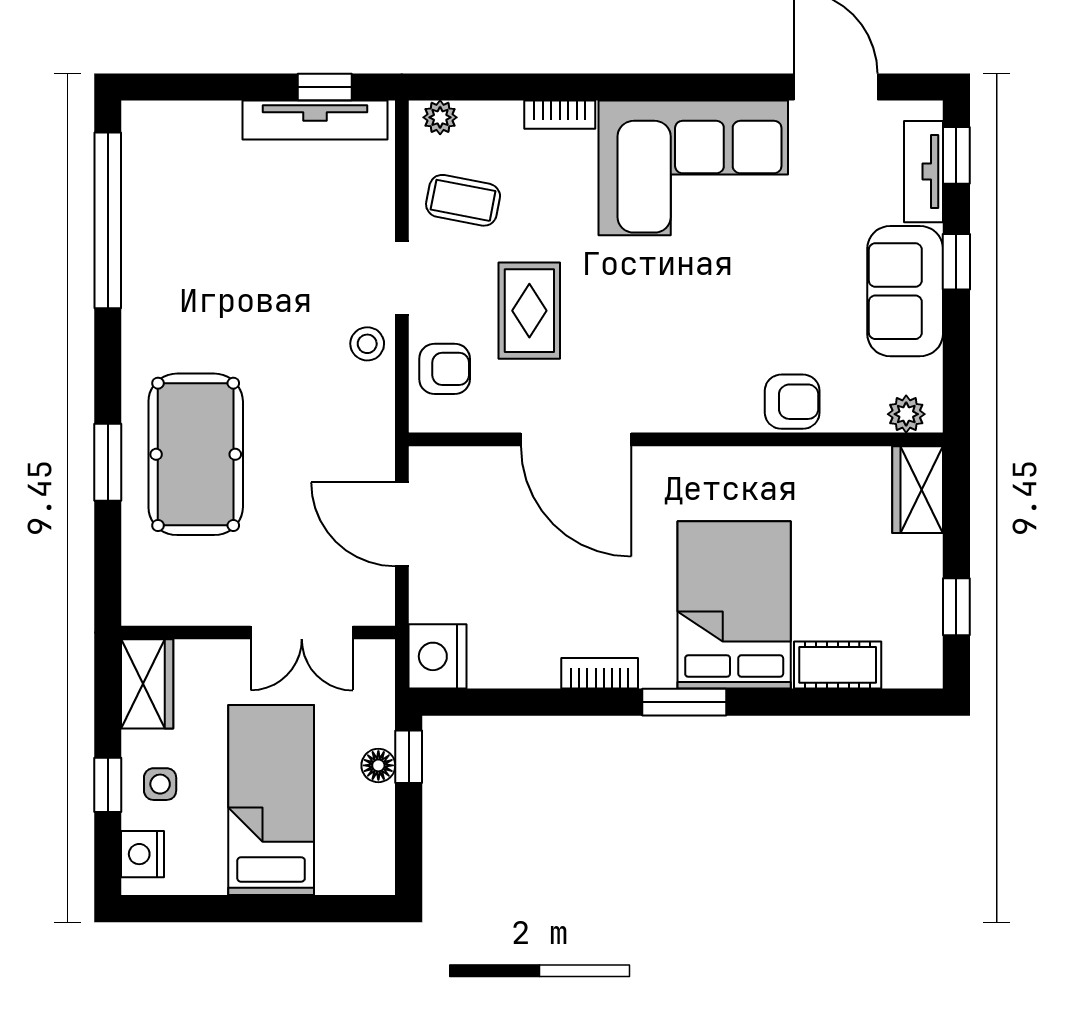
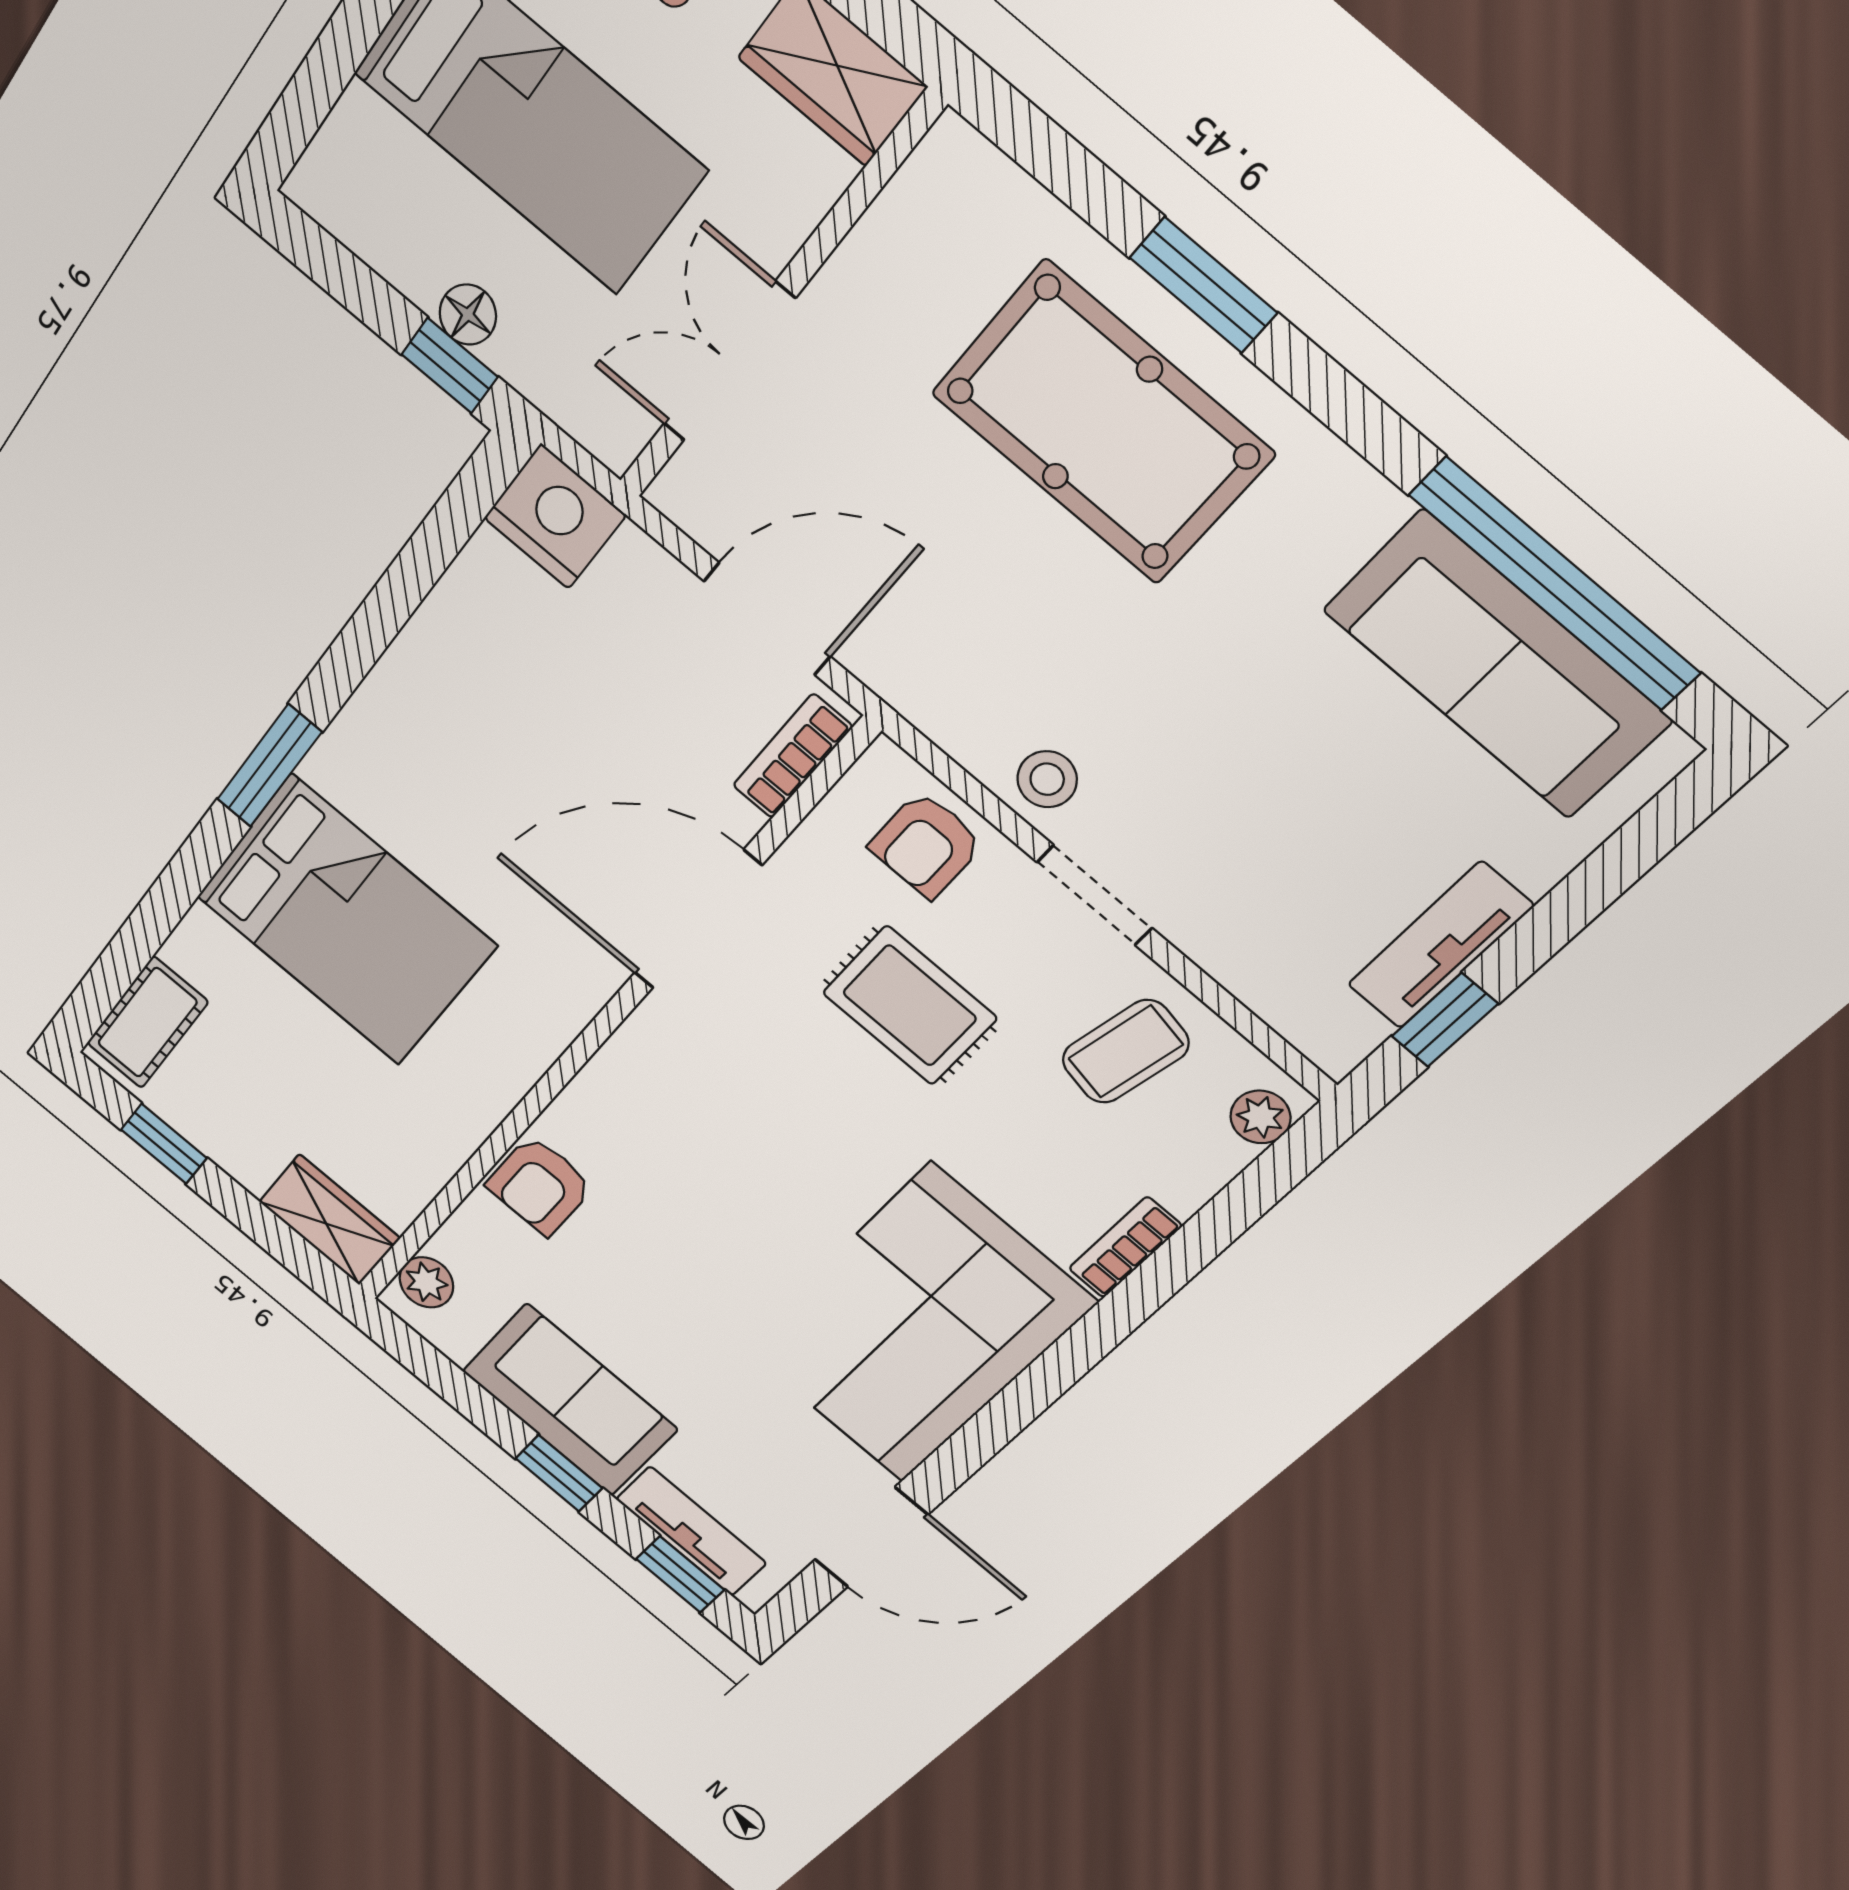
tv unit: (315, 120) -> (1440, 945), width x0.71
sofa: (158, 211) -> (1496, 665), added
cot: (838, 665) -> (147, 1023), moved
bookcase: (600, 673) -> (792, 756), moved, turned 180

